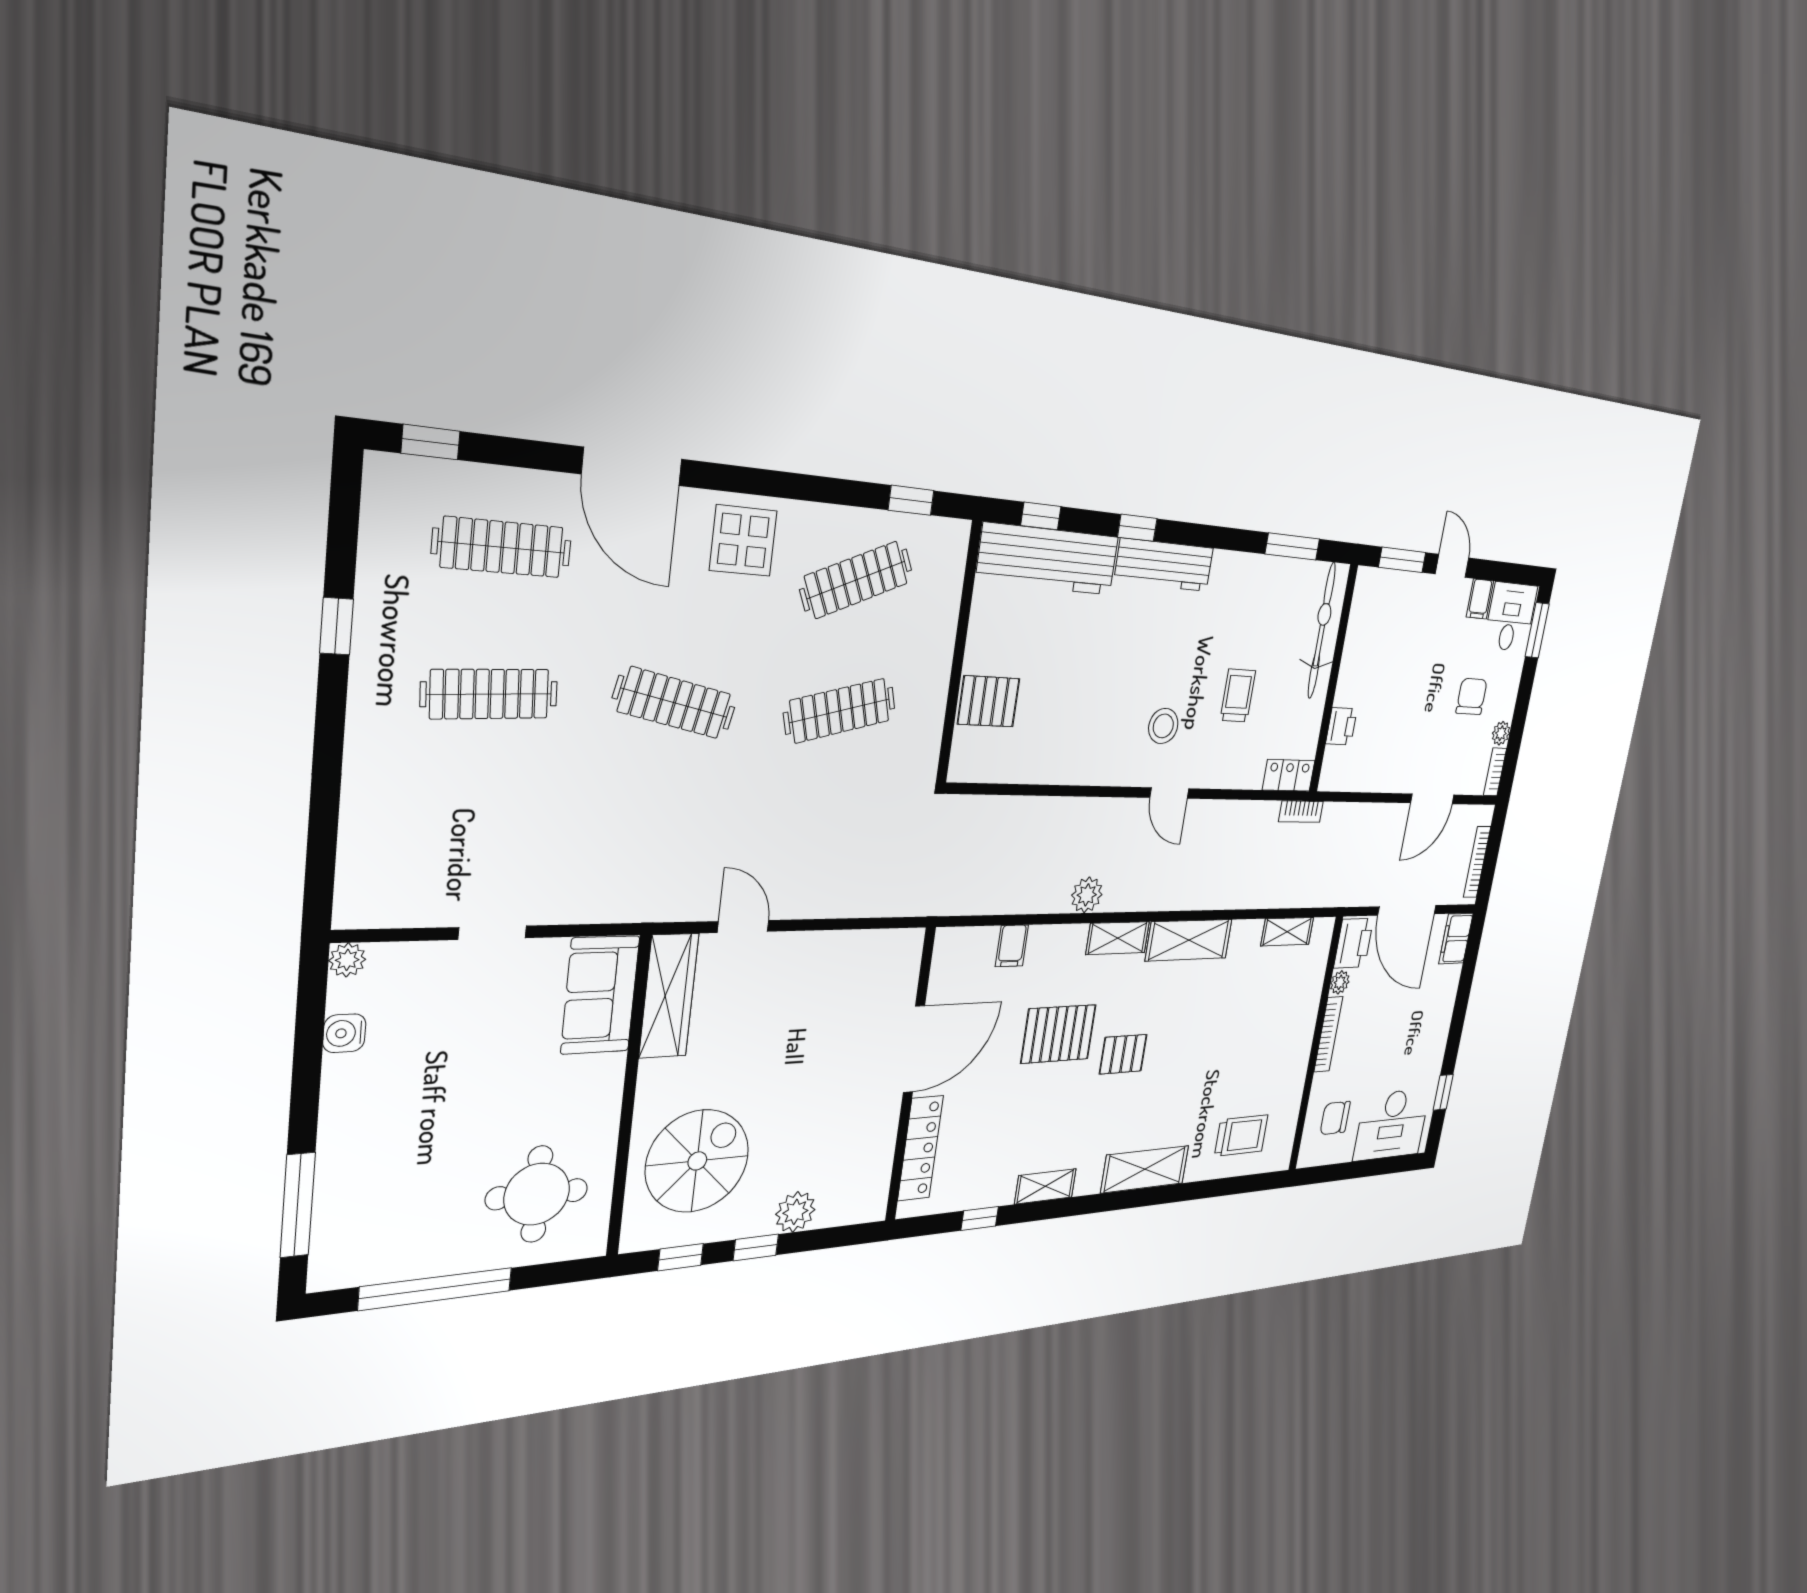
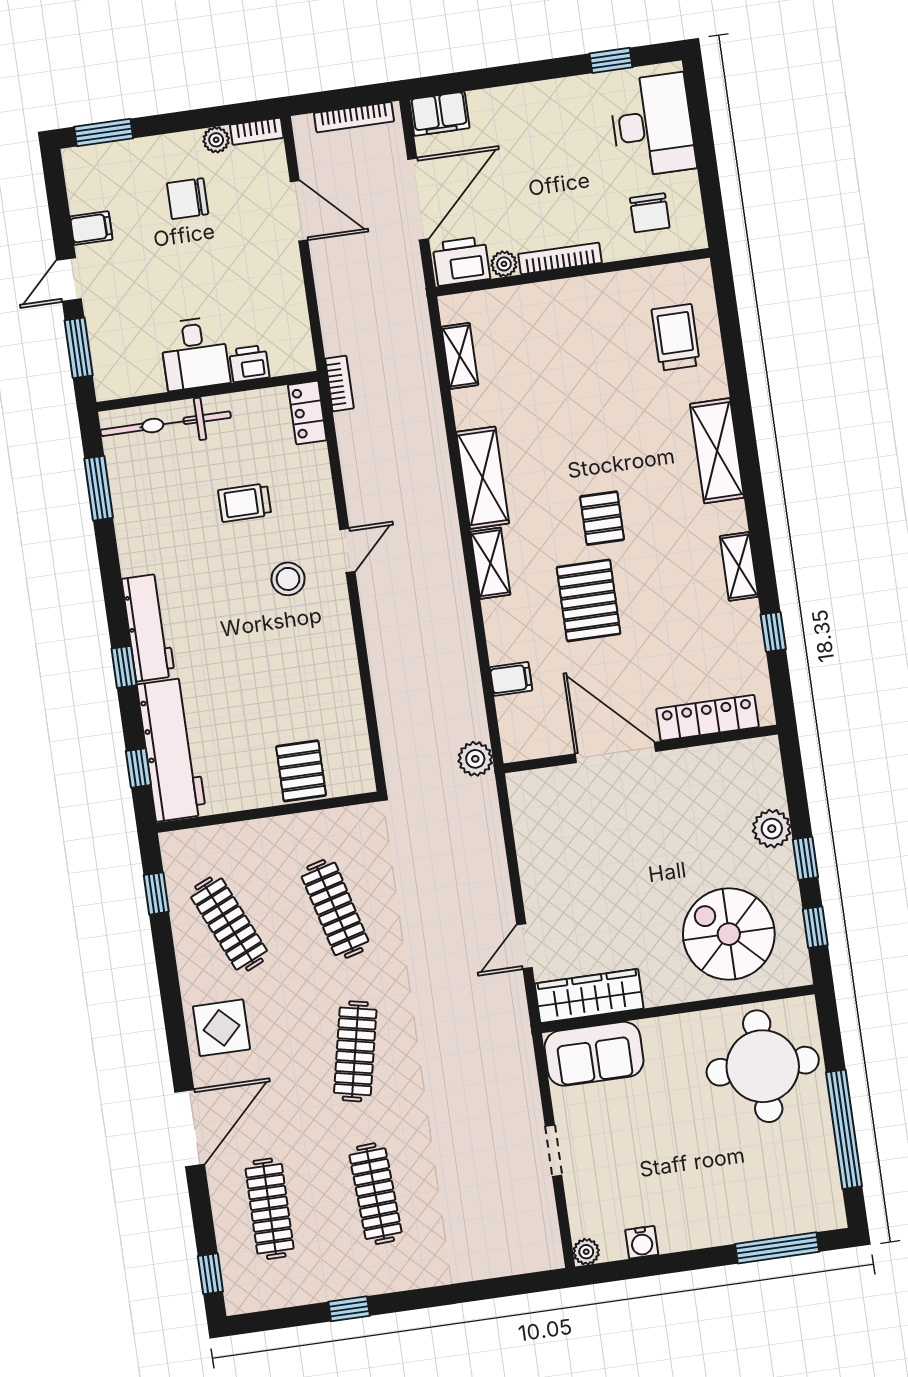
desk: (1510, 617) -> (195, 354), moved, turned -90
plant: (1087, 895) -> (475, 759), moved
round table: (537, 1194) -> (763, 1066), width x1.36, depth x1.36

